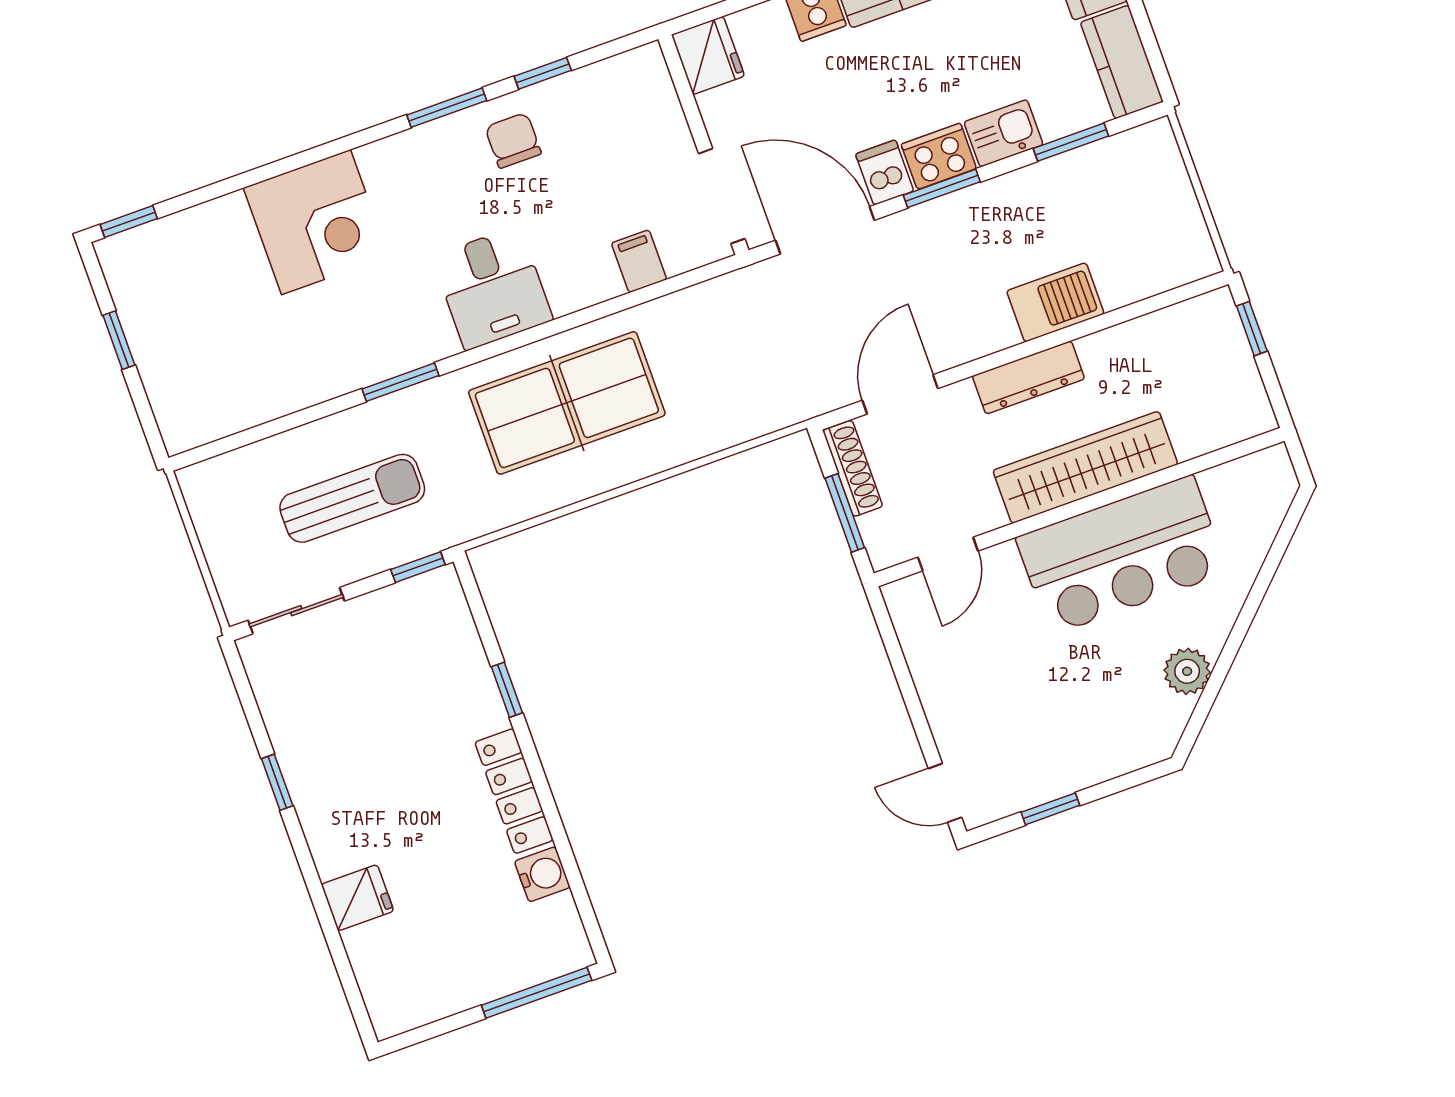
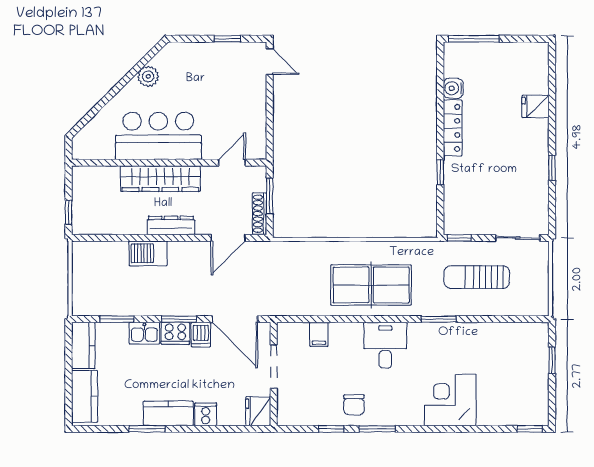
doorway: (722, 196) -> (274, 367), moved
window: (119, 340) -> (552, 360), moved

